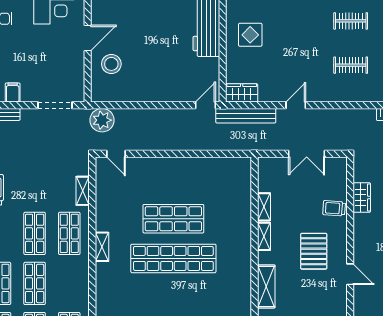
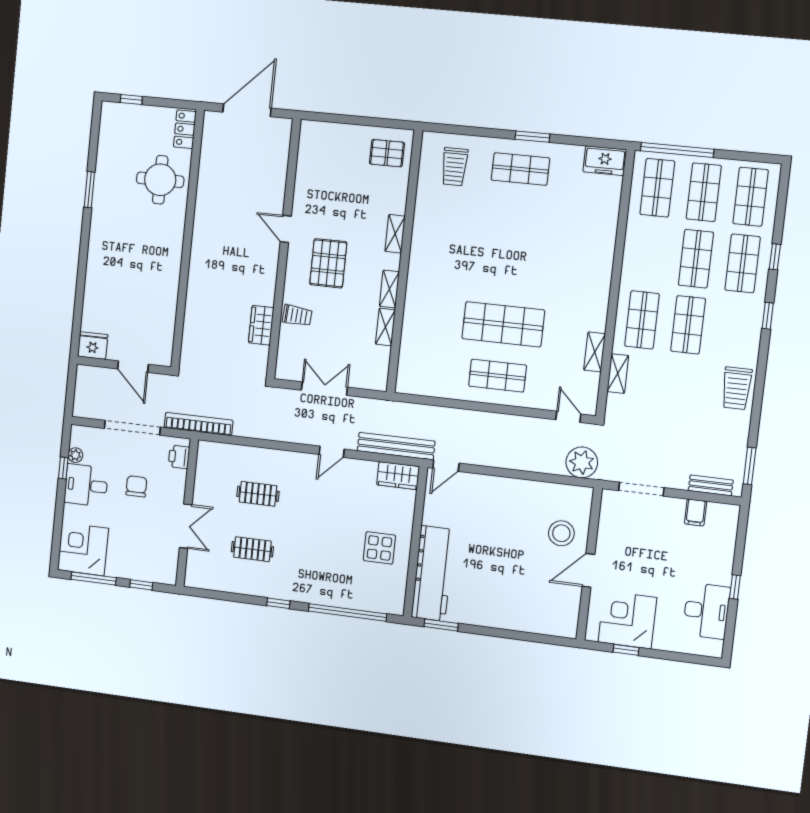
shelving: (102, 247) -> (595, 352), moved
shop shelf: (173, 258) -> (498, 376), moved, width x0.50, depth x0.74
shelving: (266, 286) -> (395, 234), width x0.67, depth x0.75

